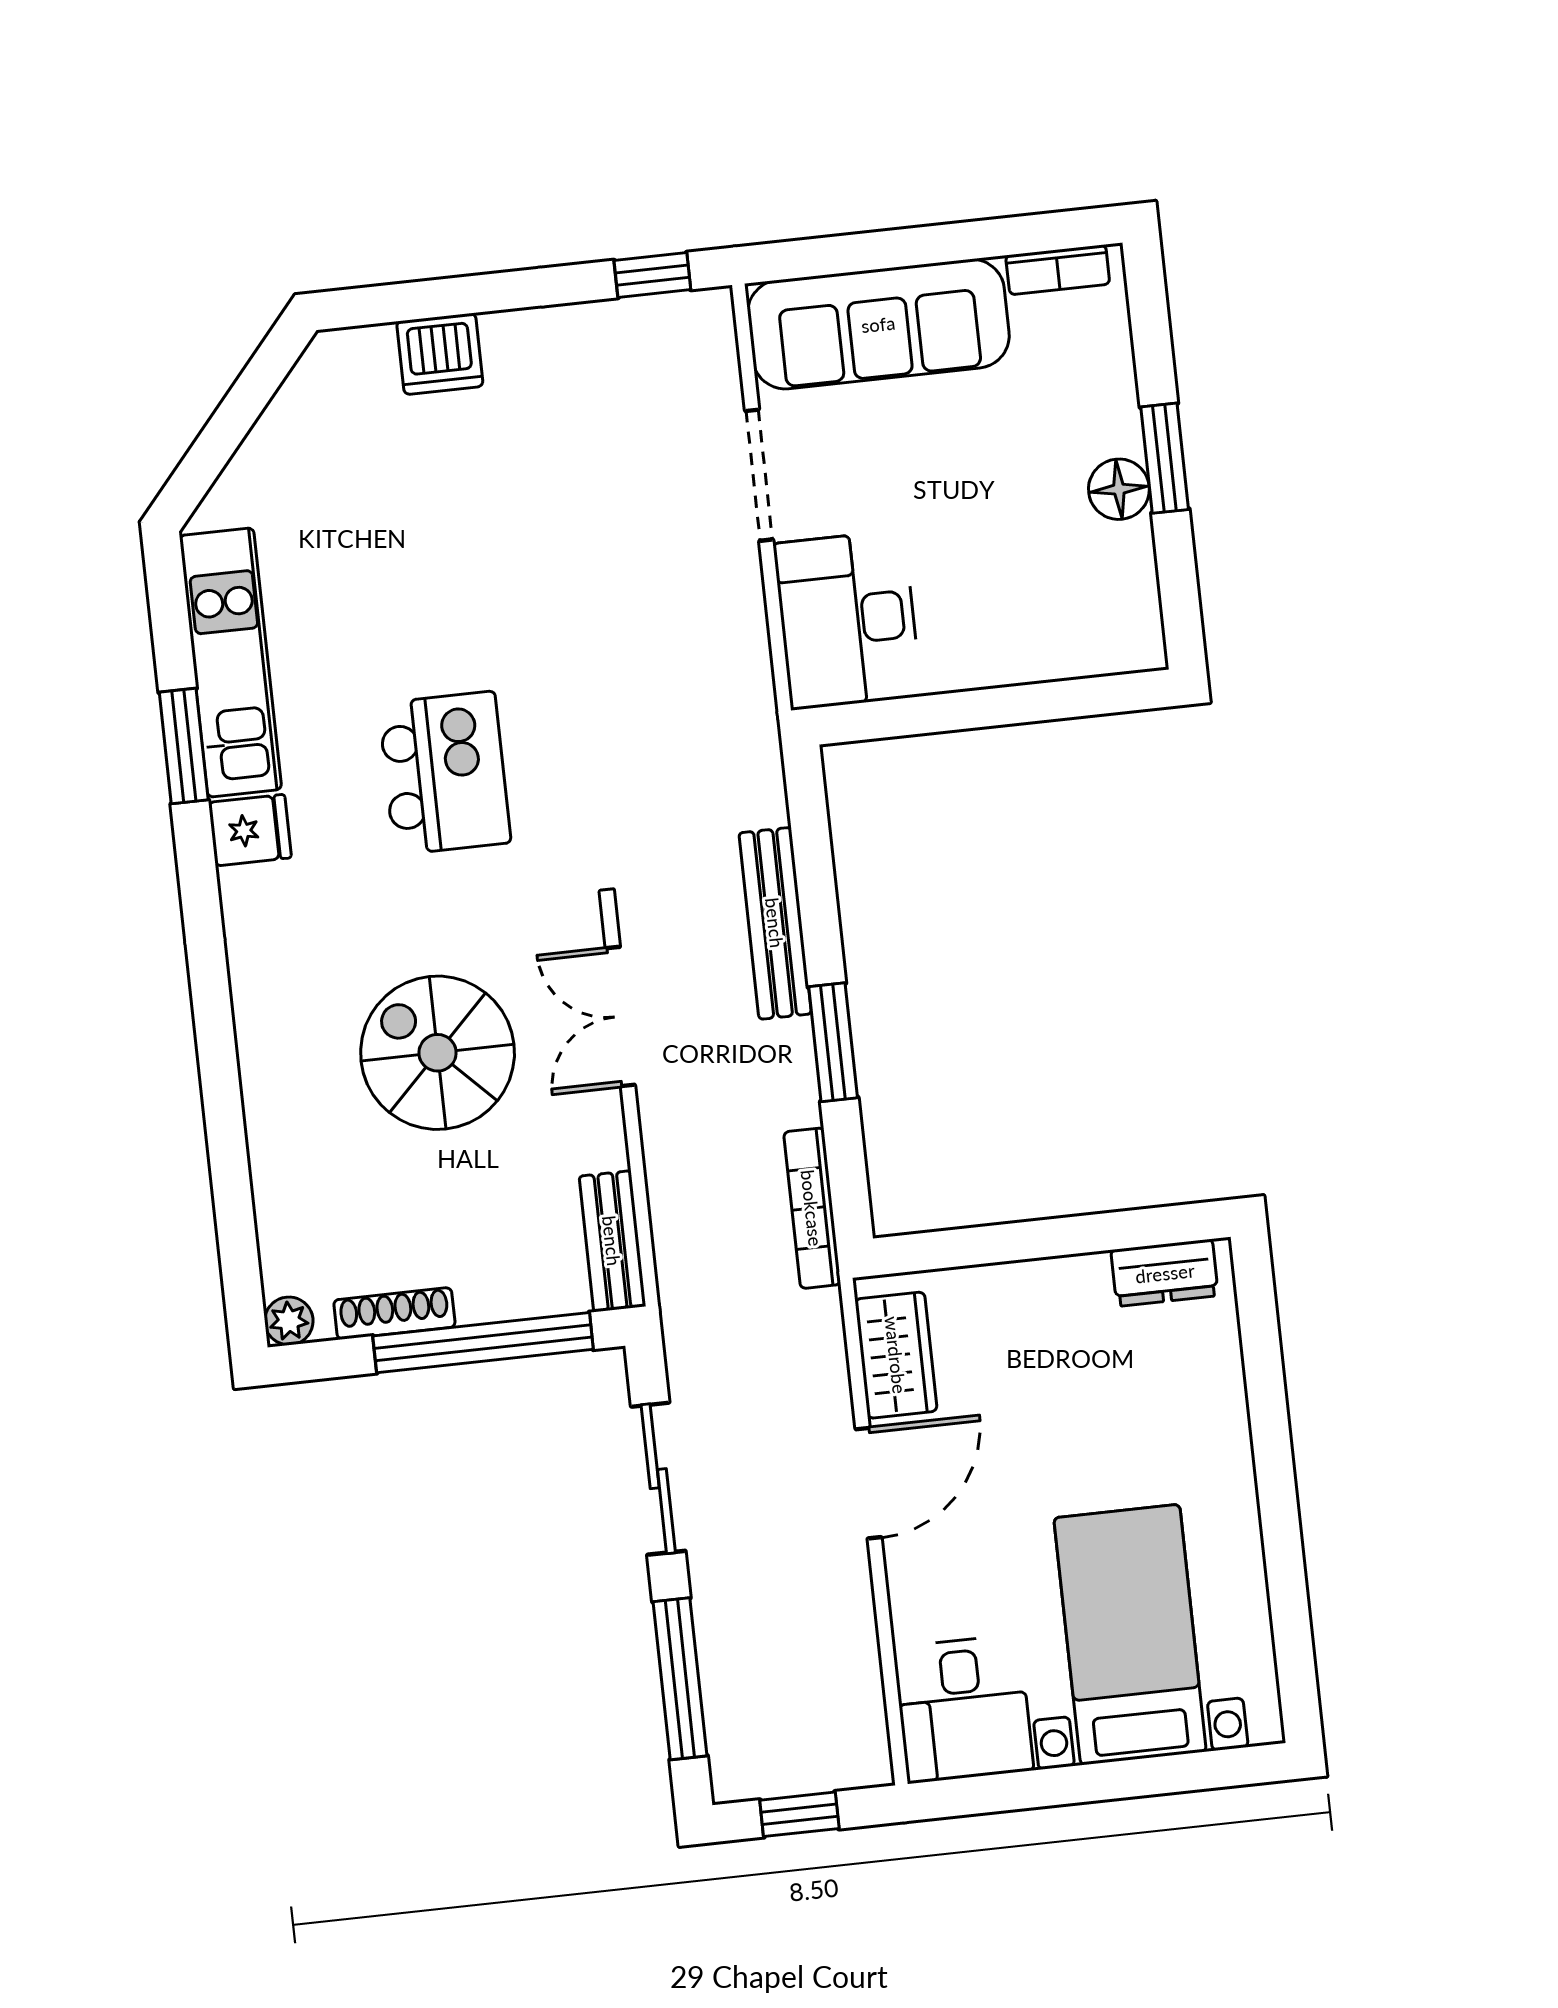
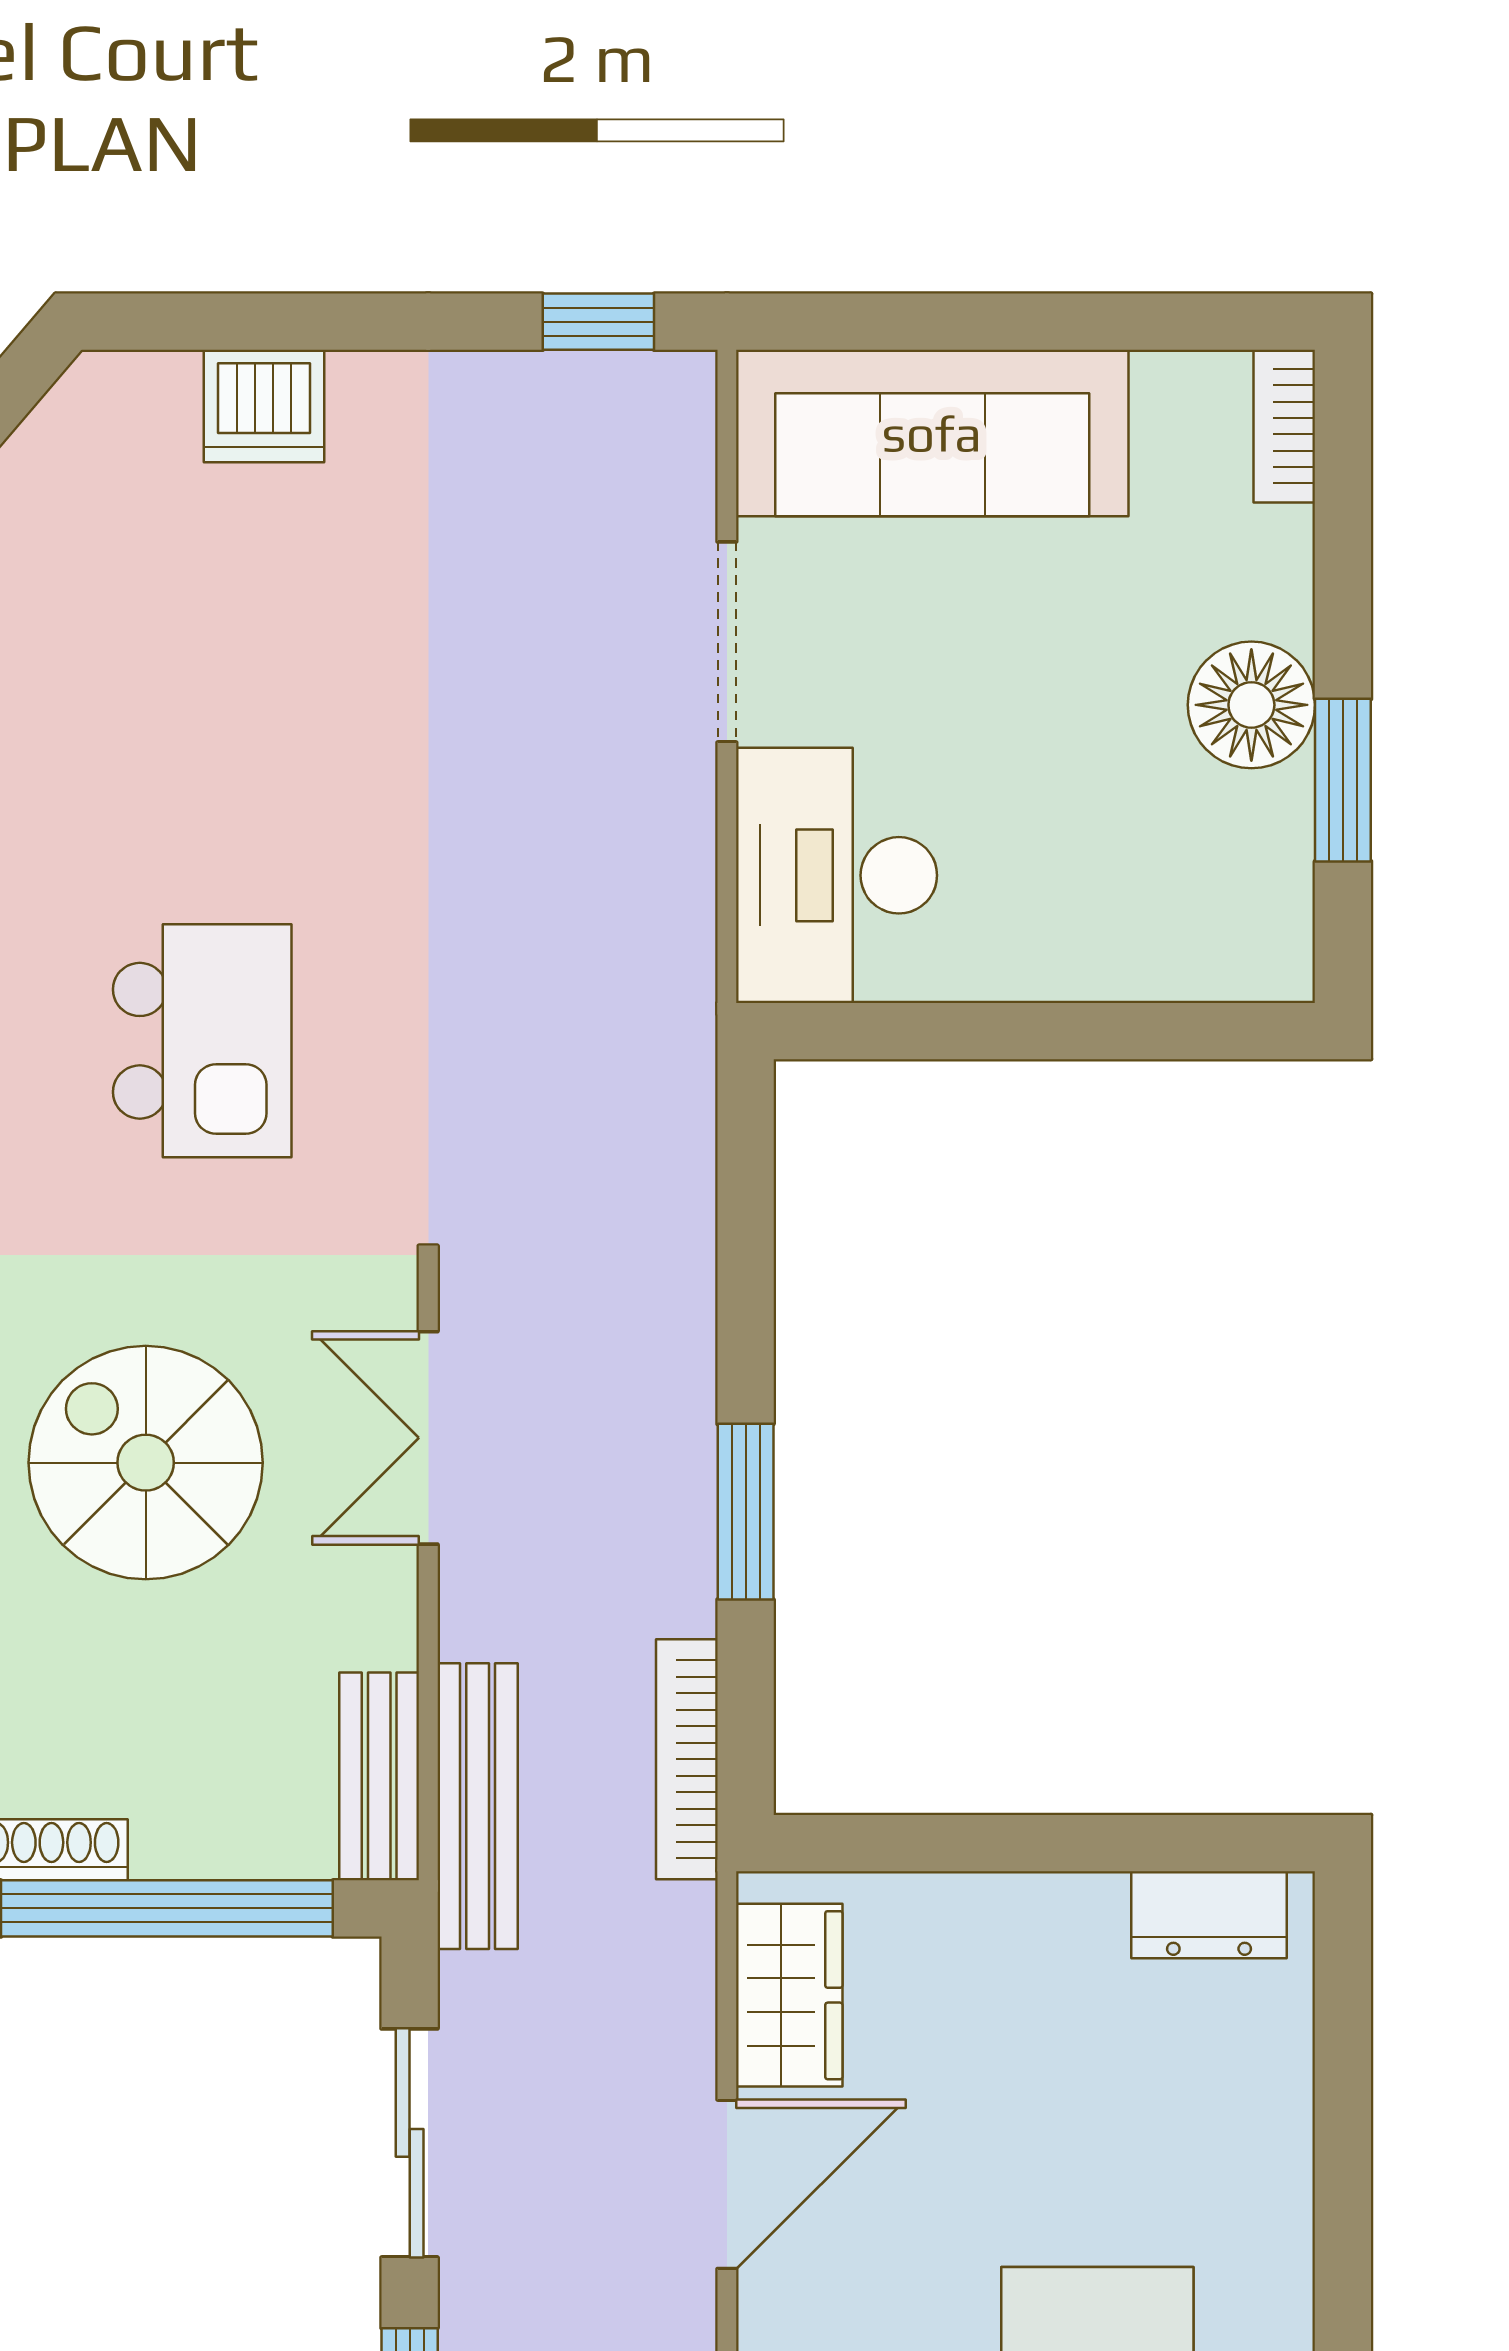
bookcase: (1058, 270) -> (1284, 426), moved, turned 90
window: (1165, 458) -> (1343, 780), moved
floor lamp: (1119, 489) -> (1251, 705), width x1.38, depth x1.38
bench: (775, 923) -> (478, 1806), moved

